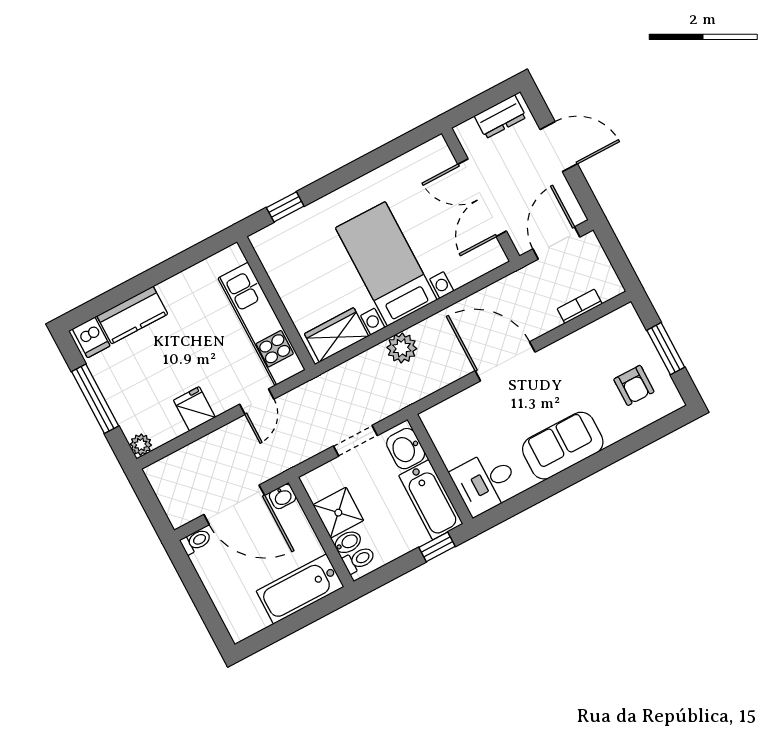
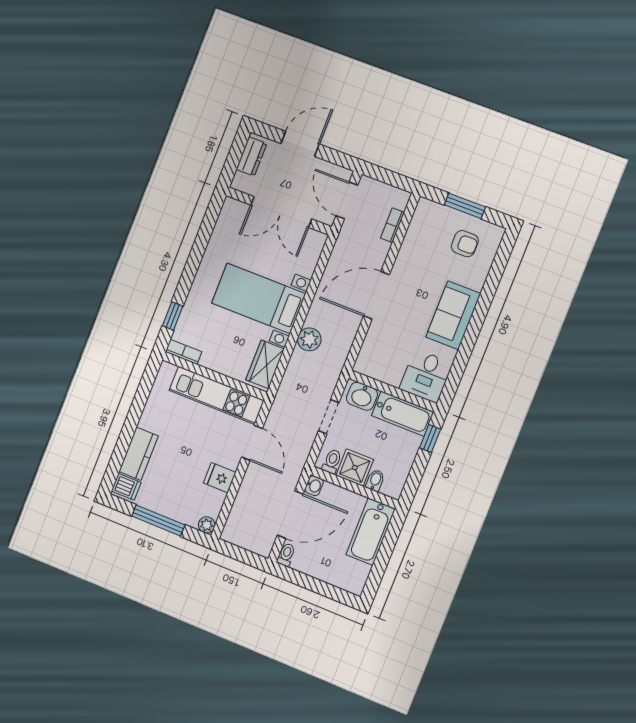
bookcase: (265, 252) -> (183, 352), added
door: (257, 402) -> (252, 443), width x1.38
toilet: (359, 560) -> (332, 461), moved

